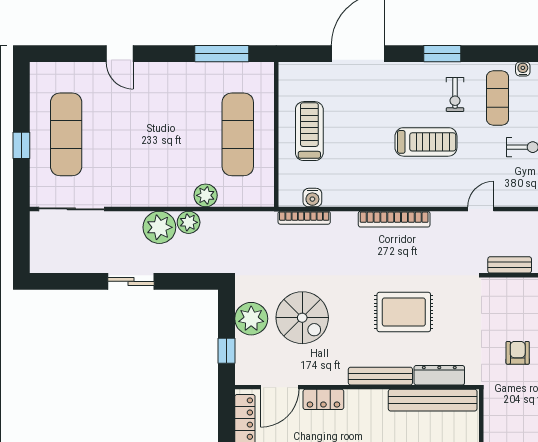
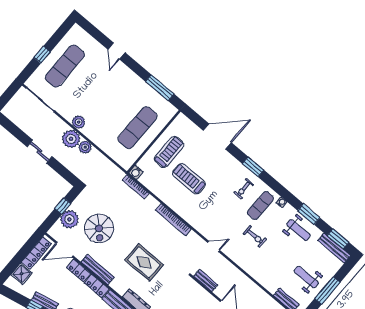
treadmill: (426, 142) -> (189, 179), moved, turned 180
plant: (206, 195) -> (79, 122), moved
water cooler: (312, 198) -> (136, 172), moved
plant: (251, 319) -> (70, 219), moved
window: (227, 351) -> (63, 206), moved
bench: (380, 376) -> (98, 270), moved
locker: (366, 400) -> (97, 286), added

